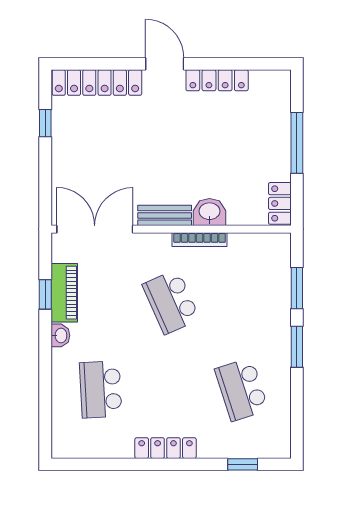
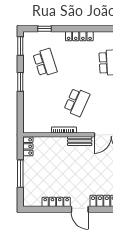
washbasin: (209, 212) -> (60, 143), removed
window: (297, 288) -> (20, 46), moved
school desk: (171, 302) -> (77, 102), turned 48

